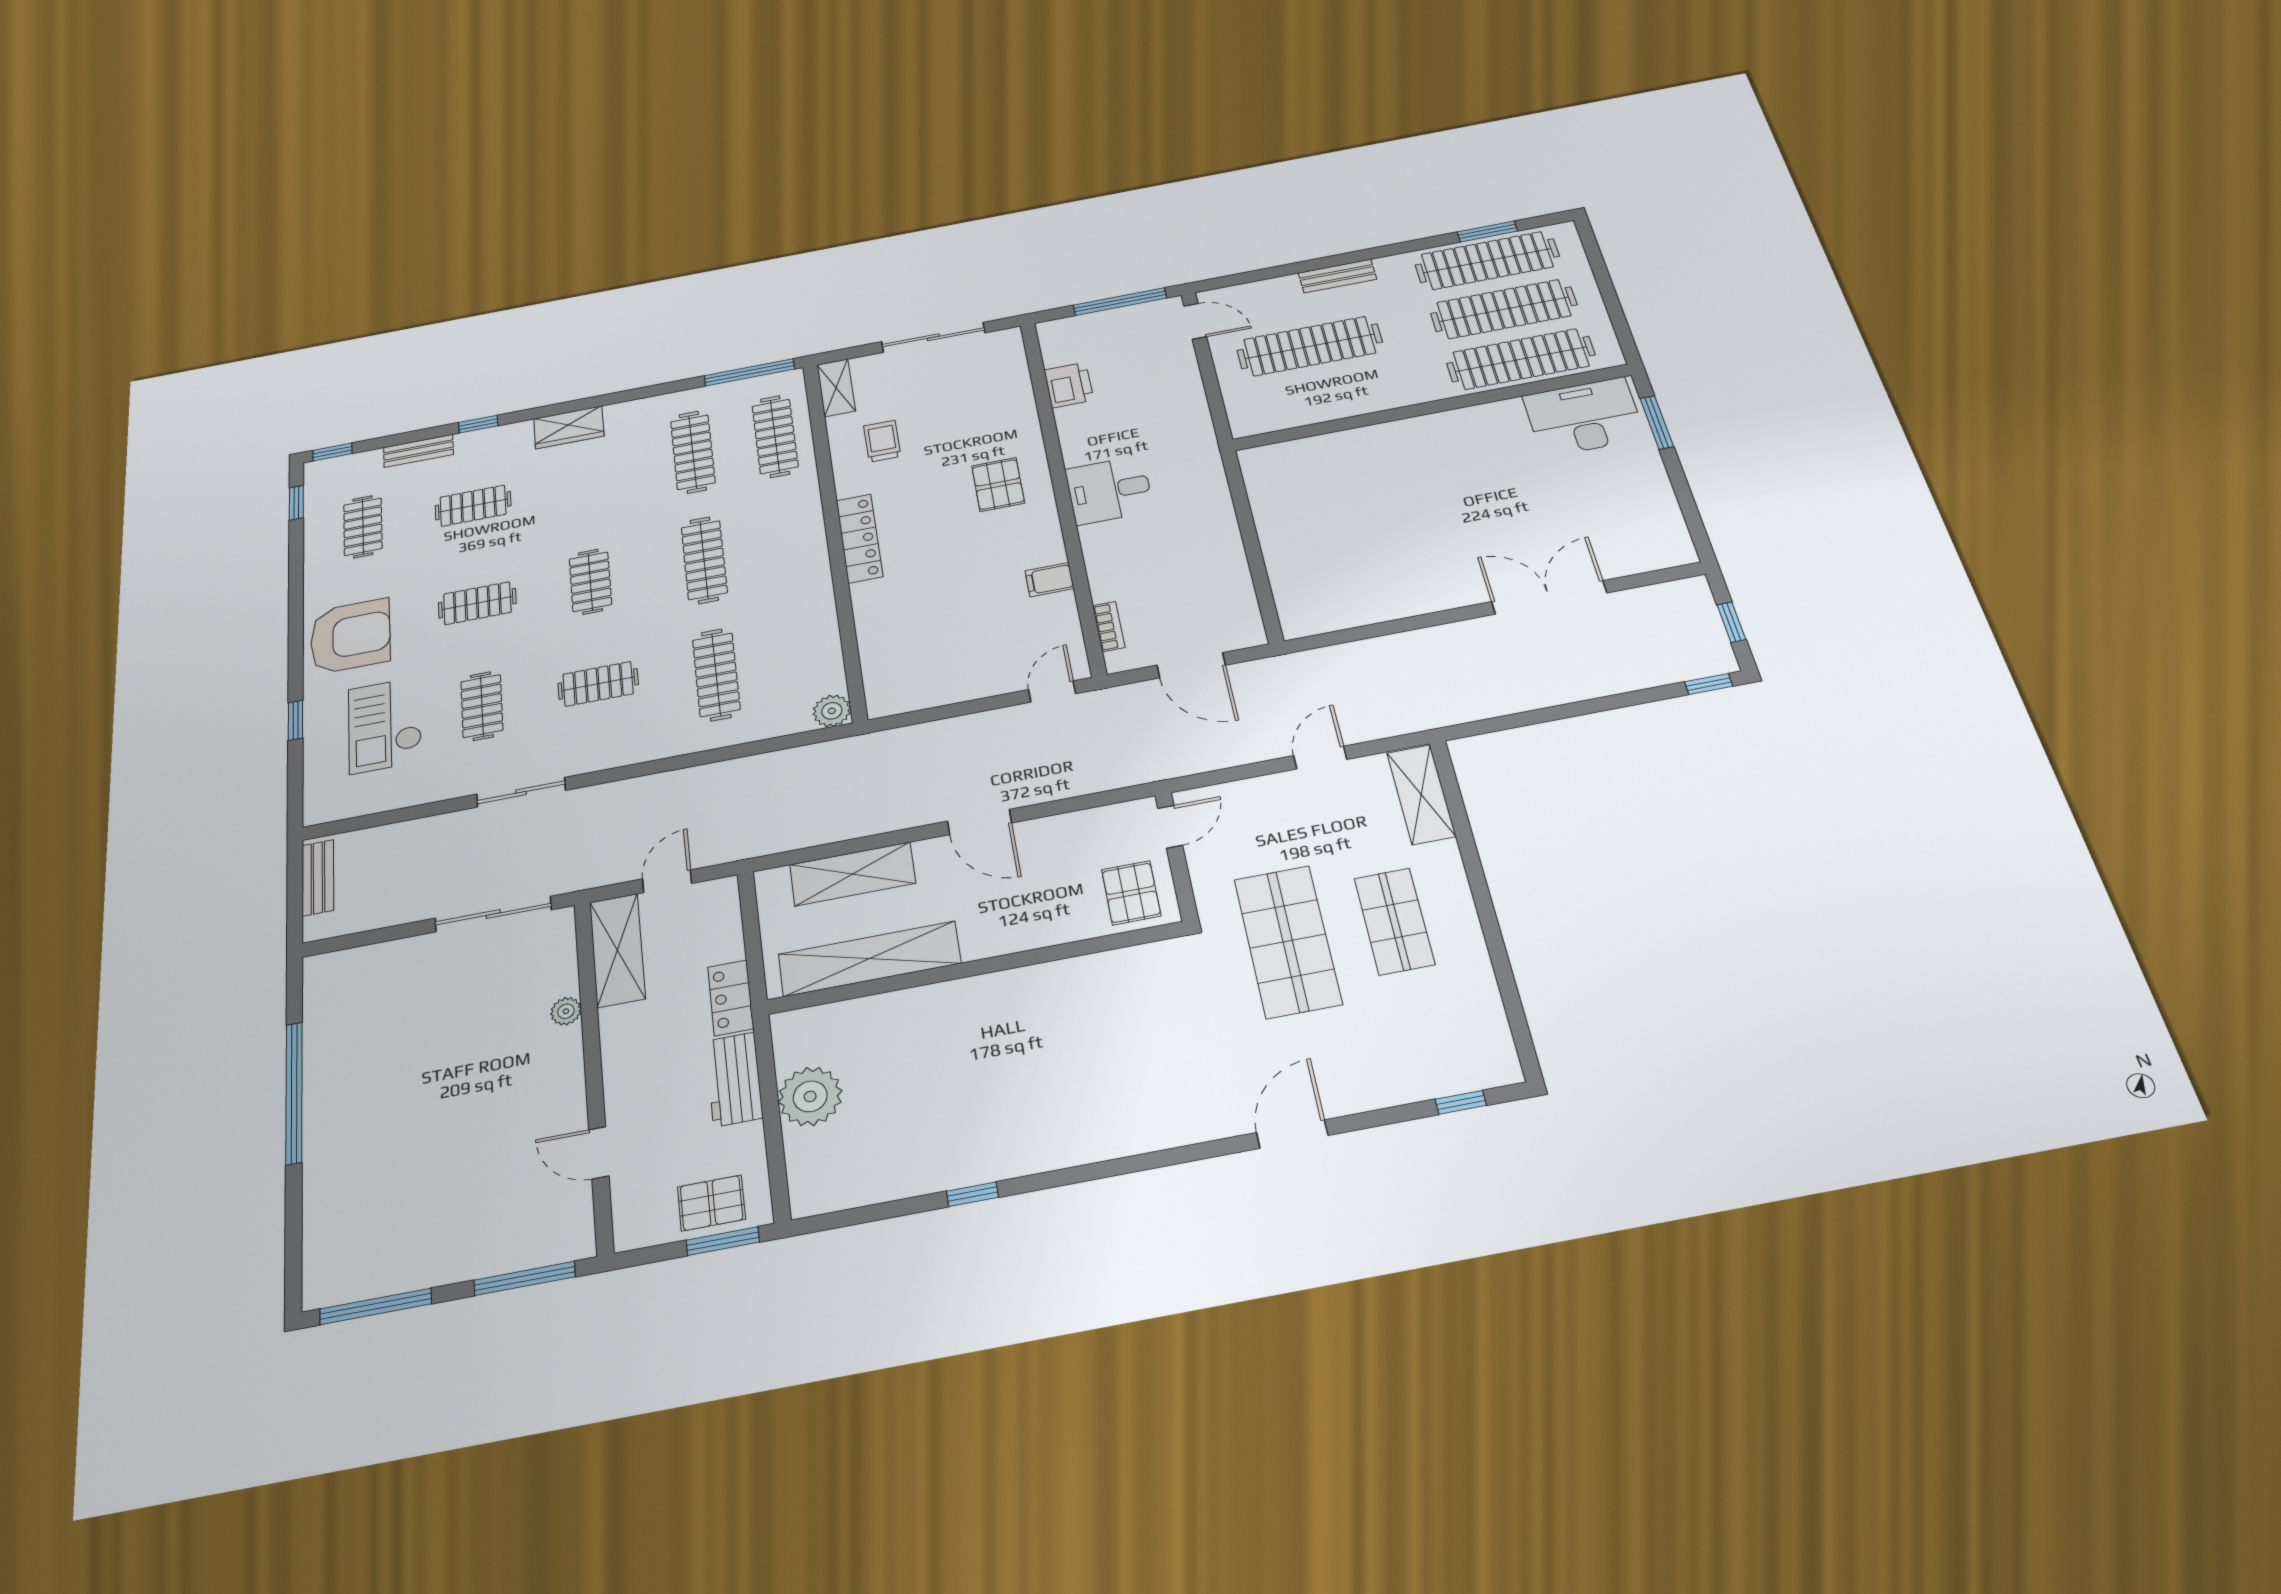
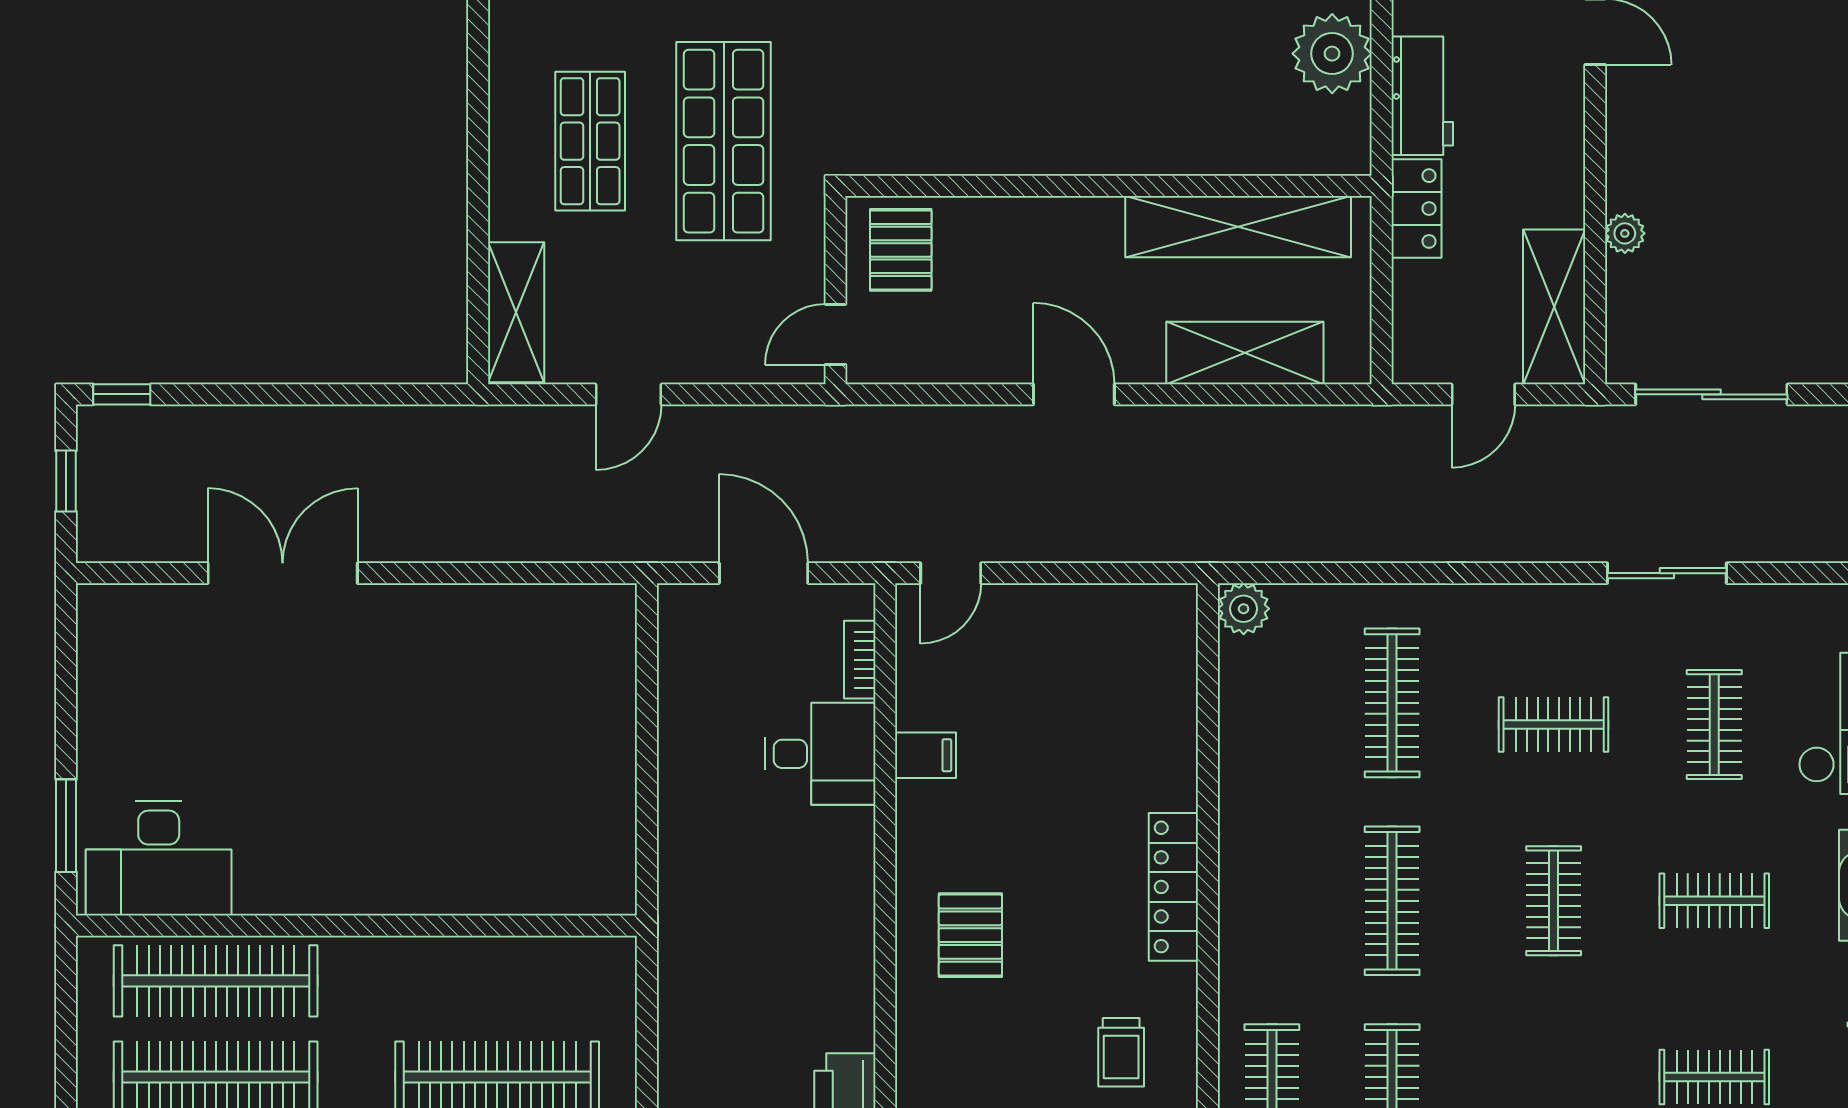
desk: (1109, 490) -> (820, 754), moved
double door: (1549, 597) -> (283, 573), swing flipped

